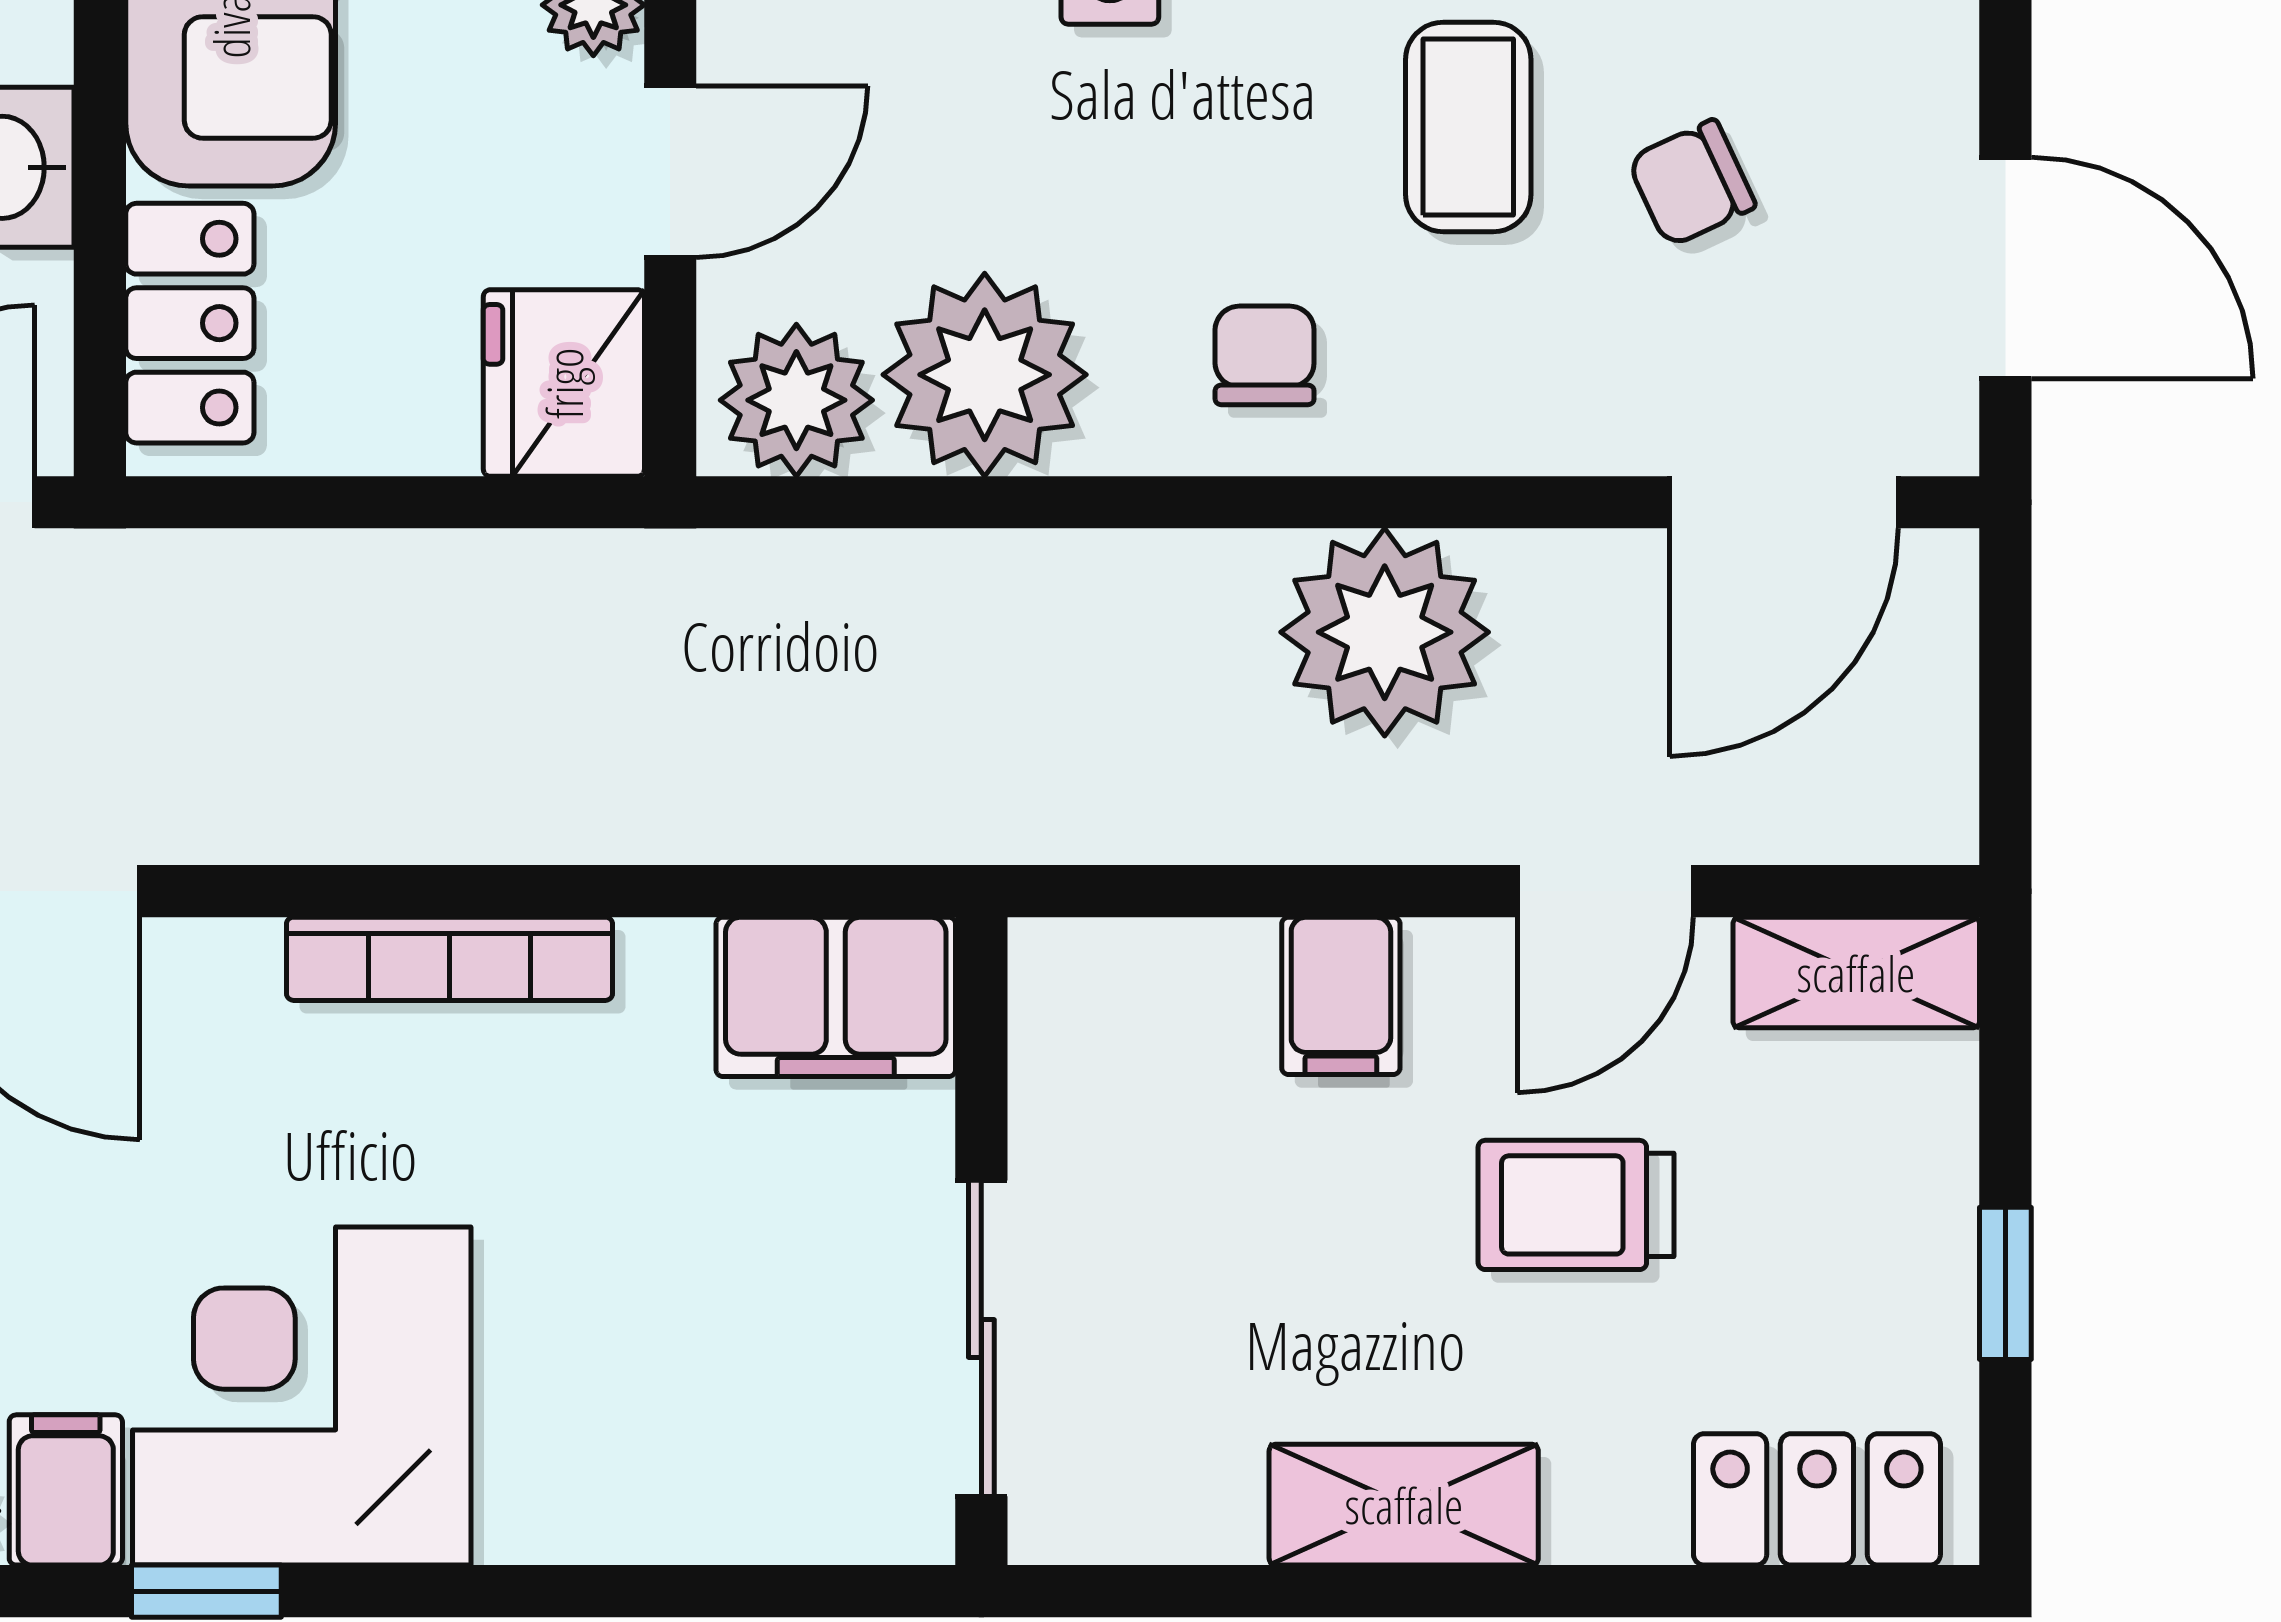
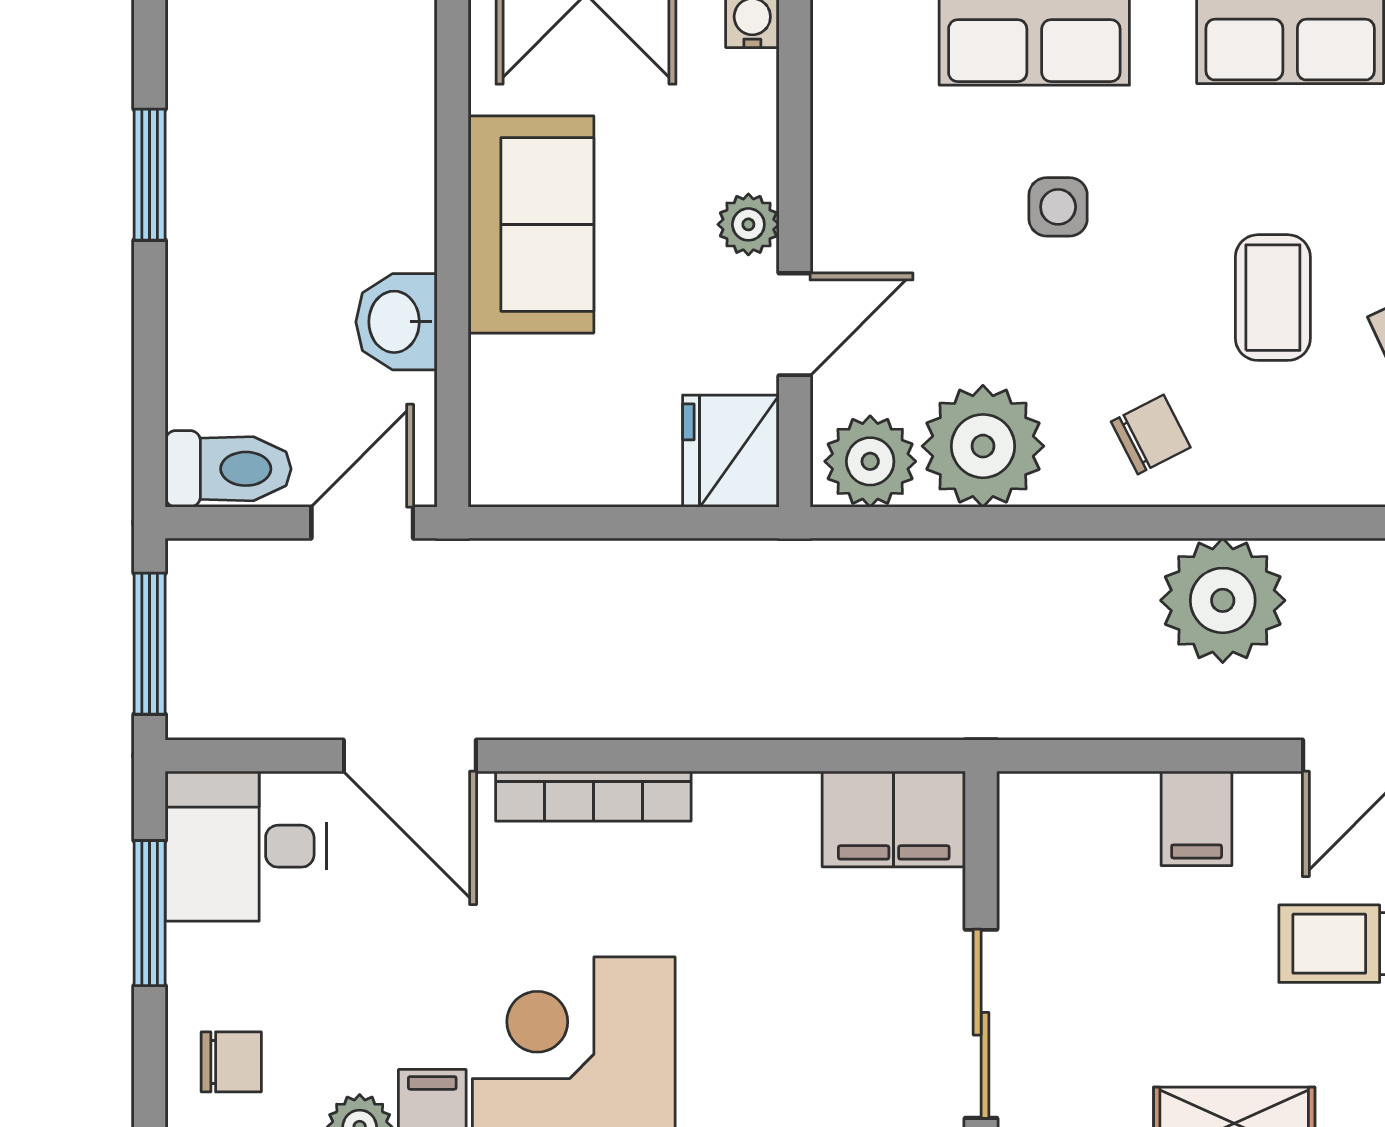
locker: (190, 323) -> (507, 415), removed
chair: (1265, 355) -> (1151, 434), turned 63
bookcase: (450, 959) -> (593, 796), moved

